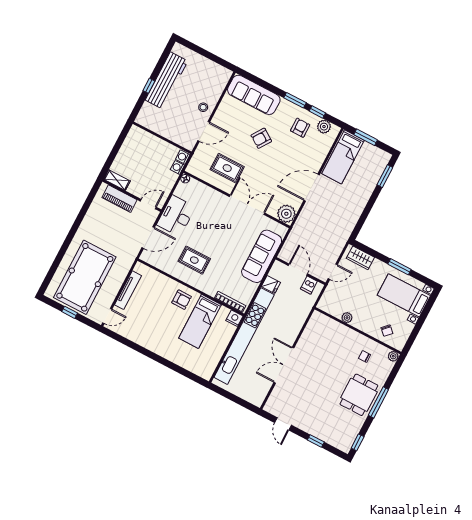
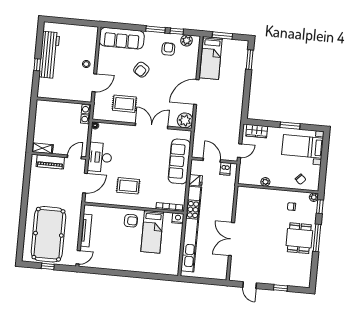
window: (358, 442) -> (320, 207), moved

